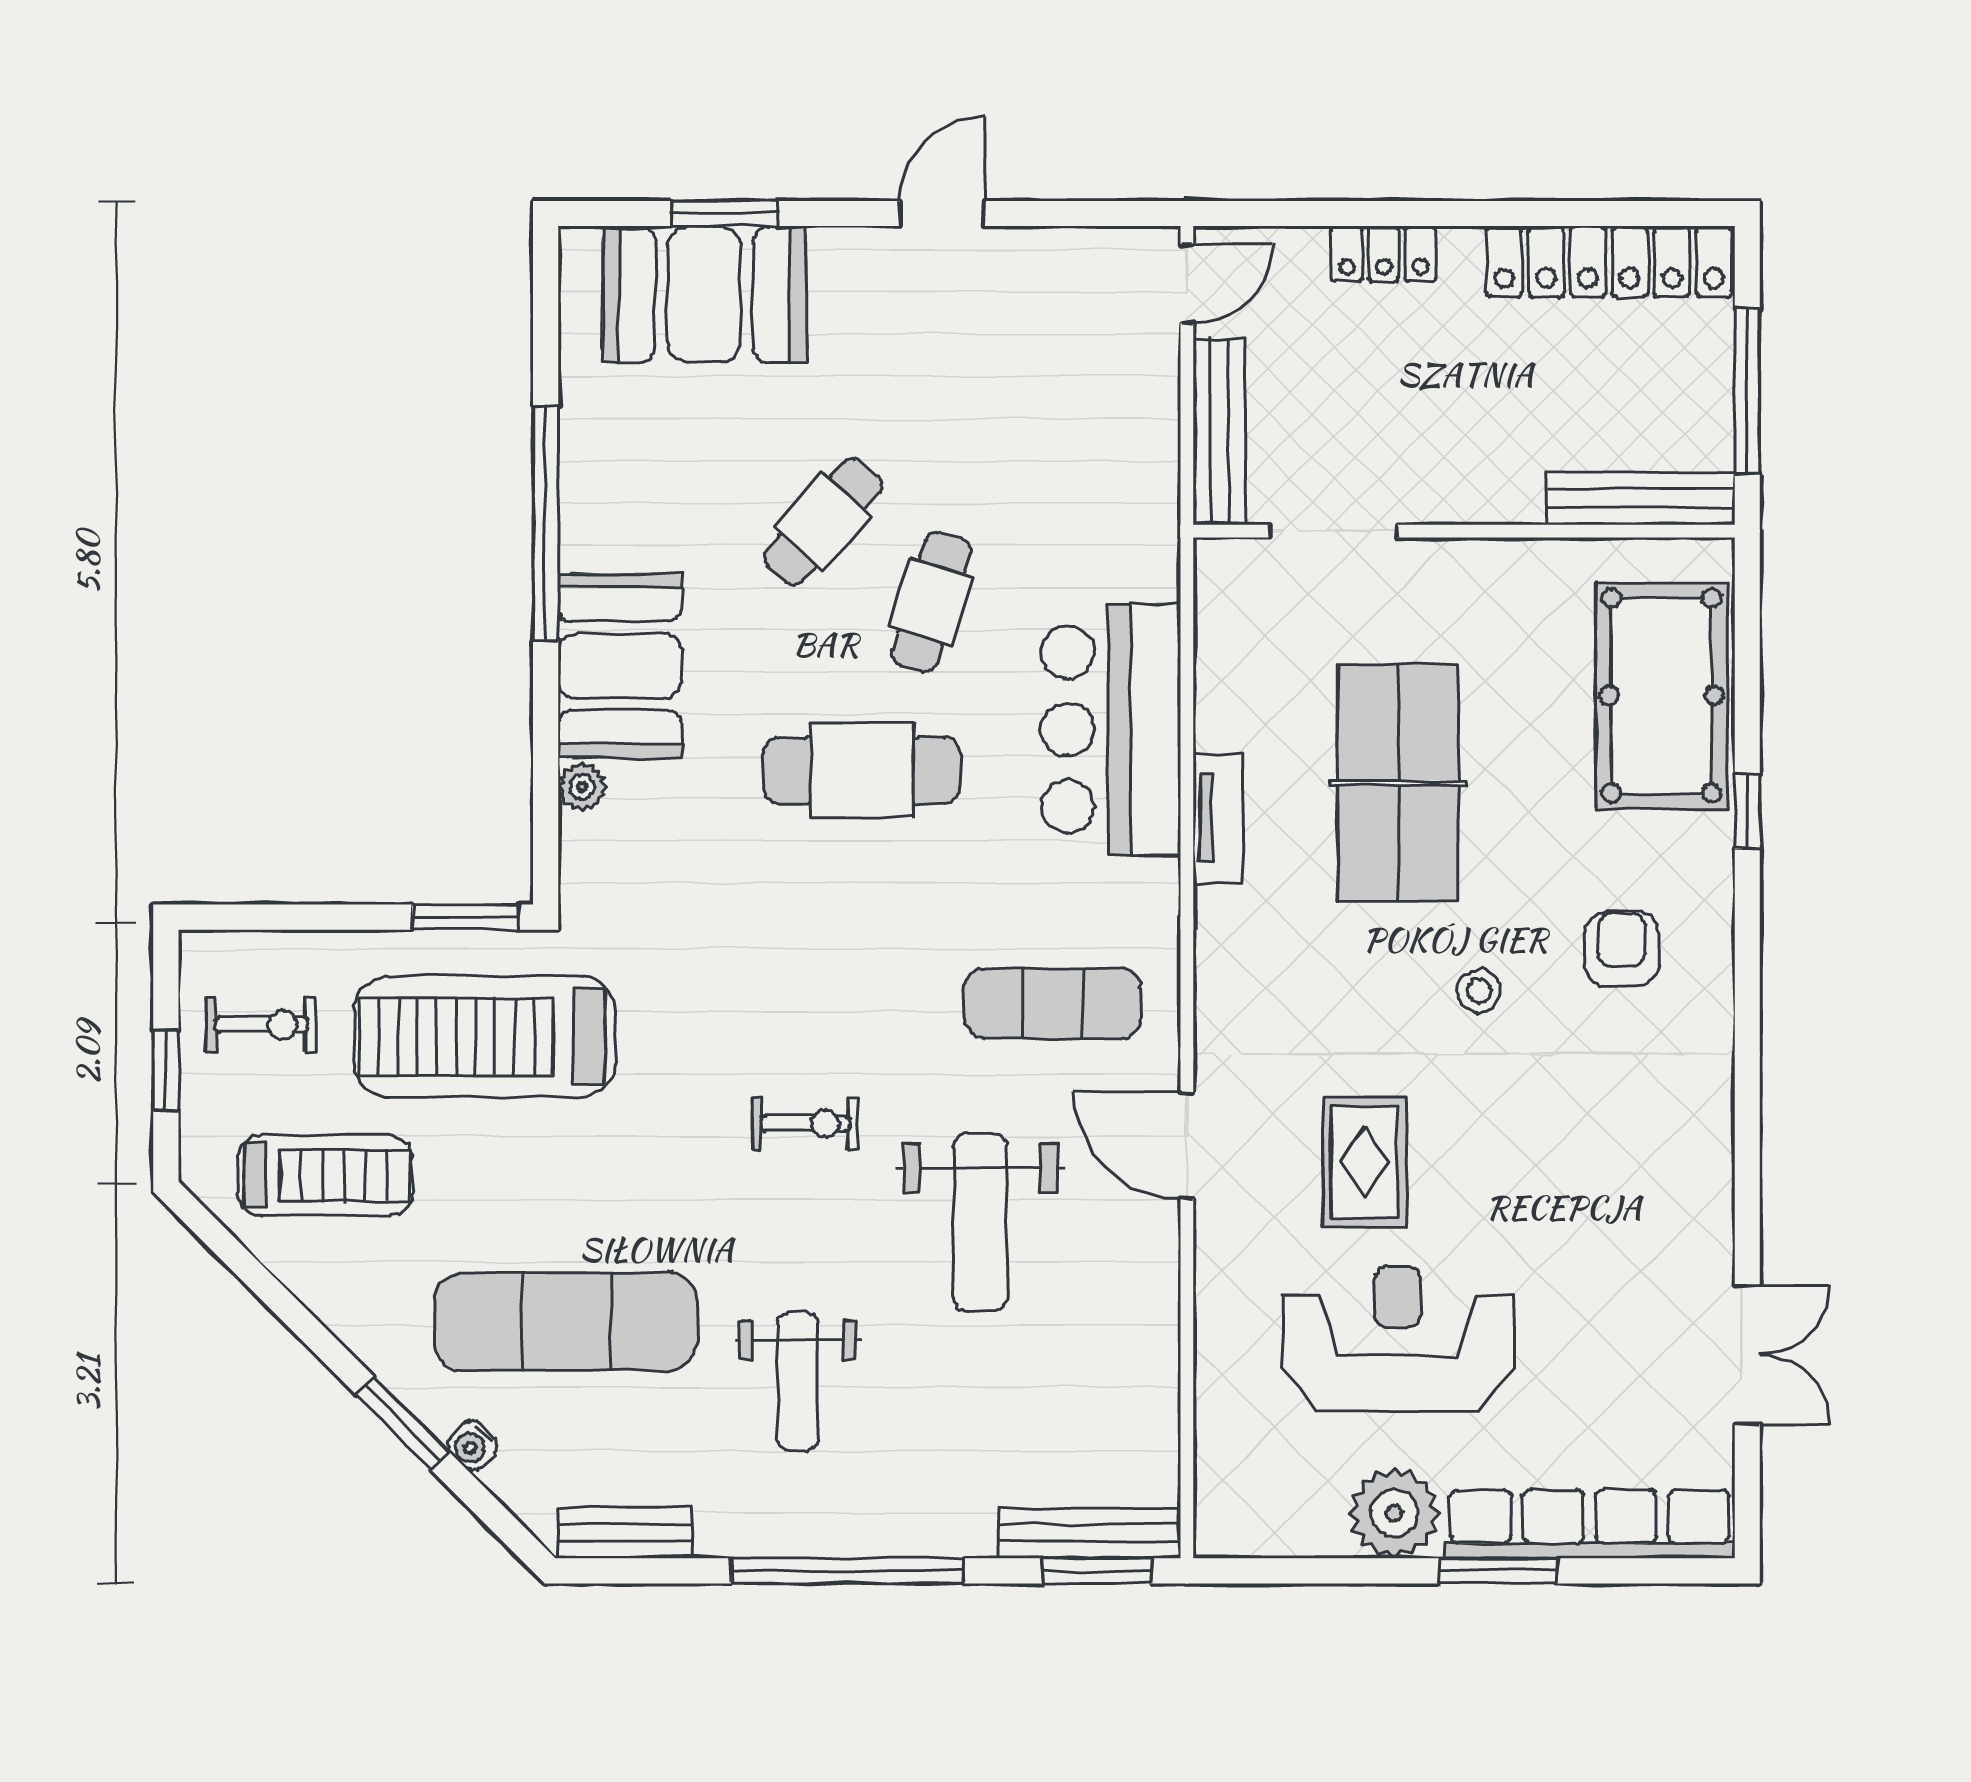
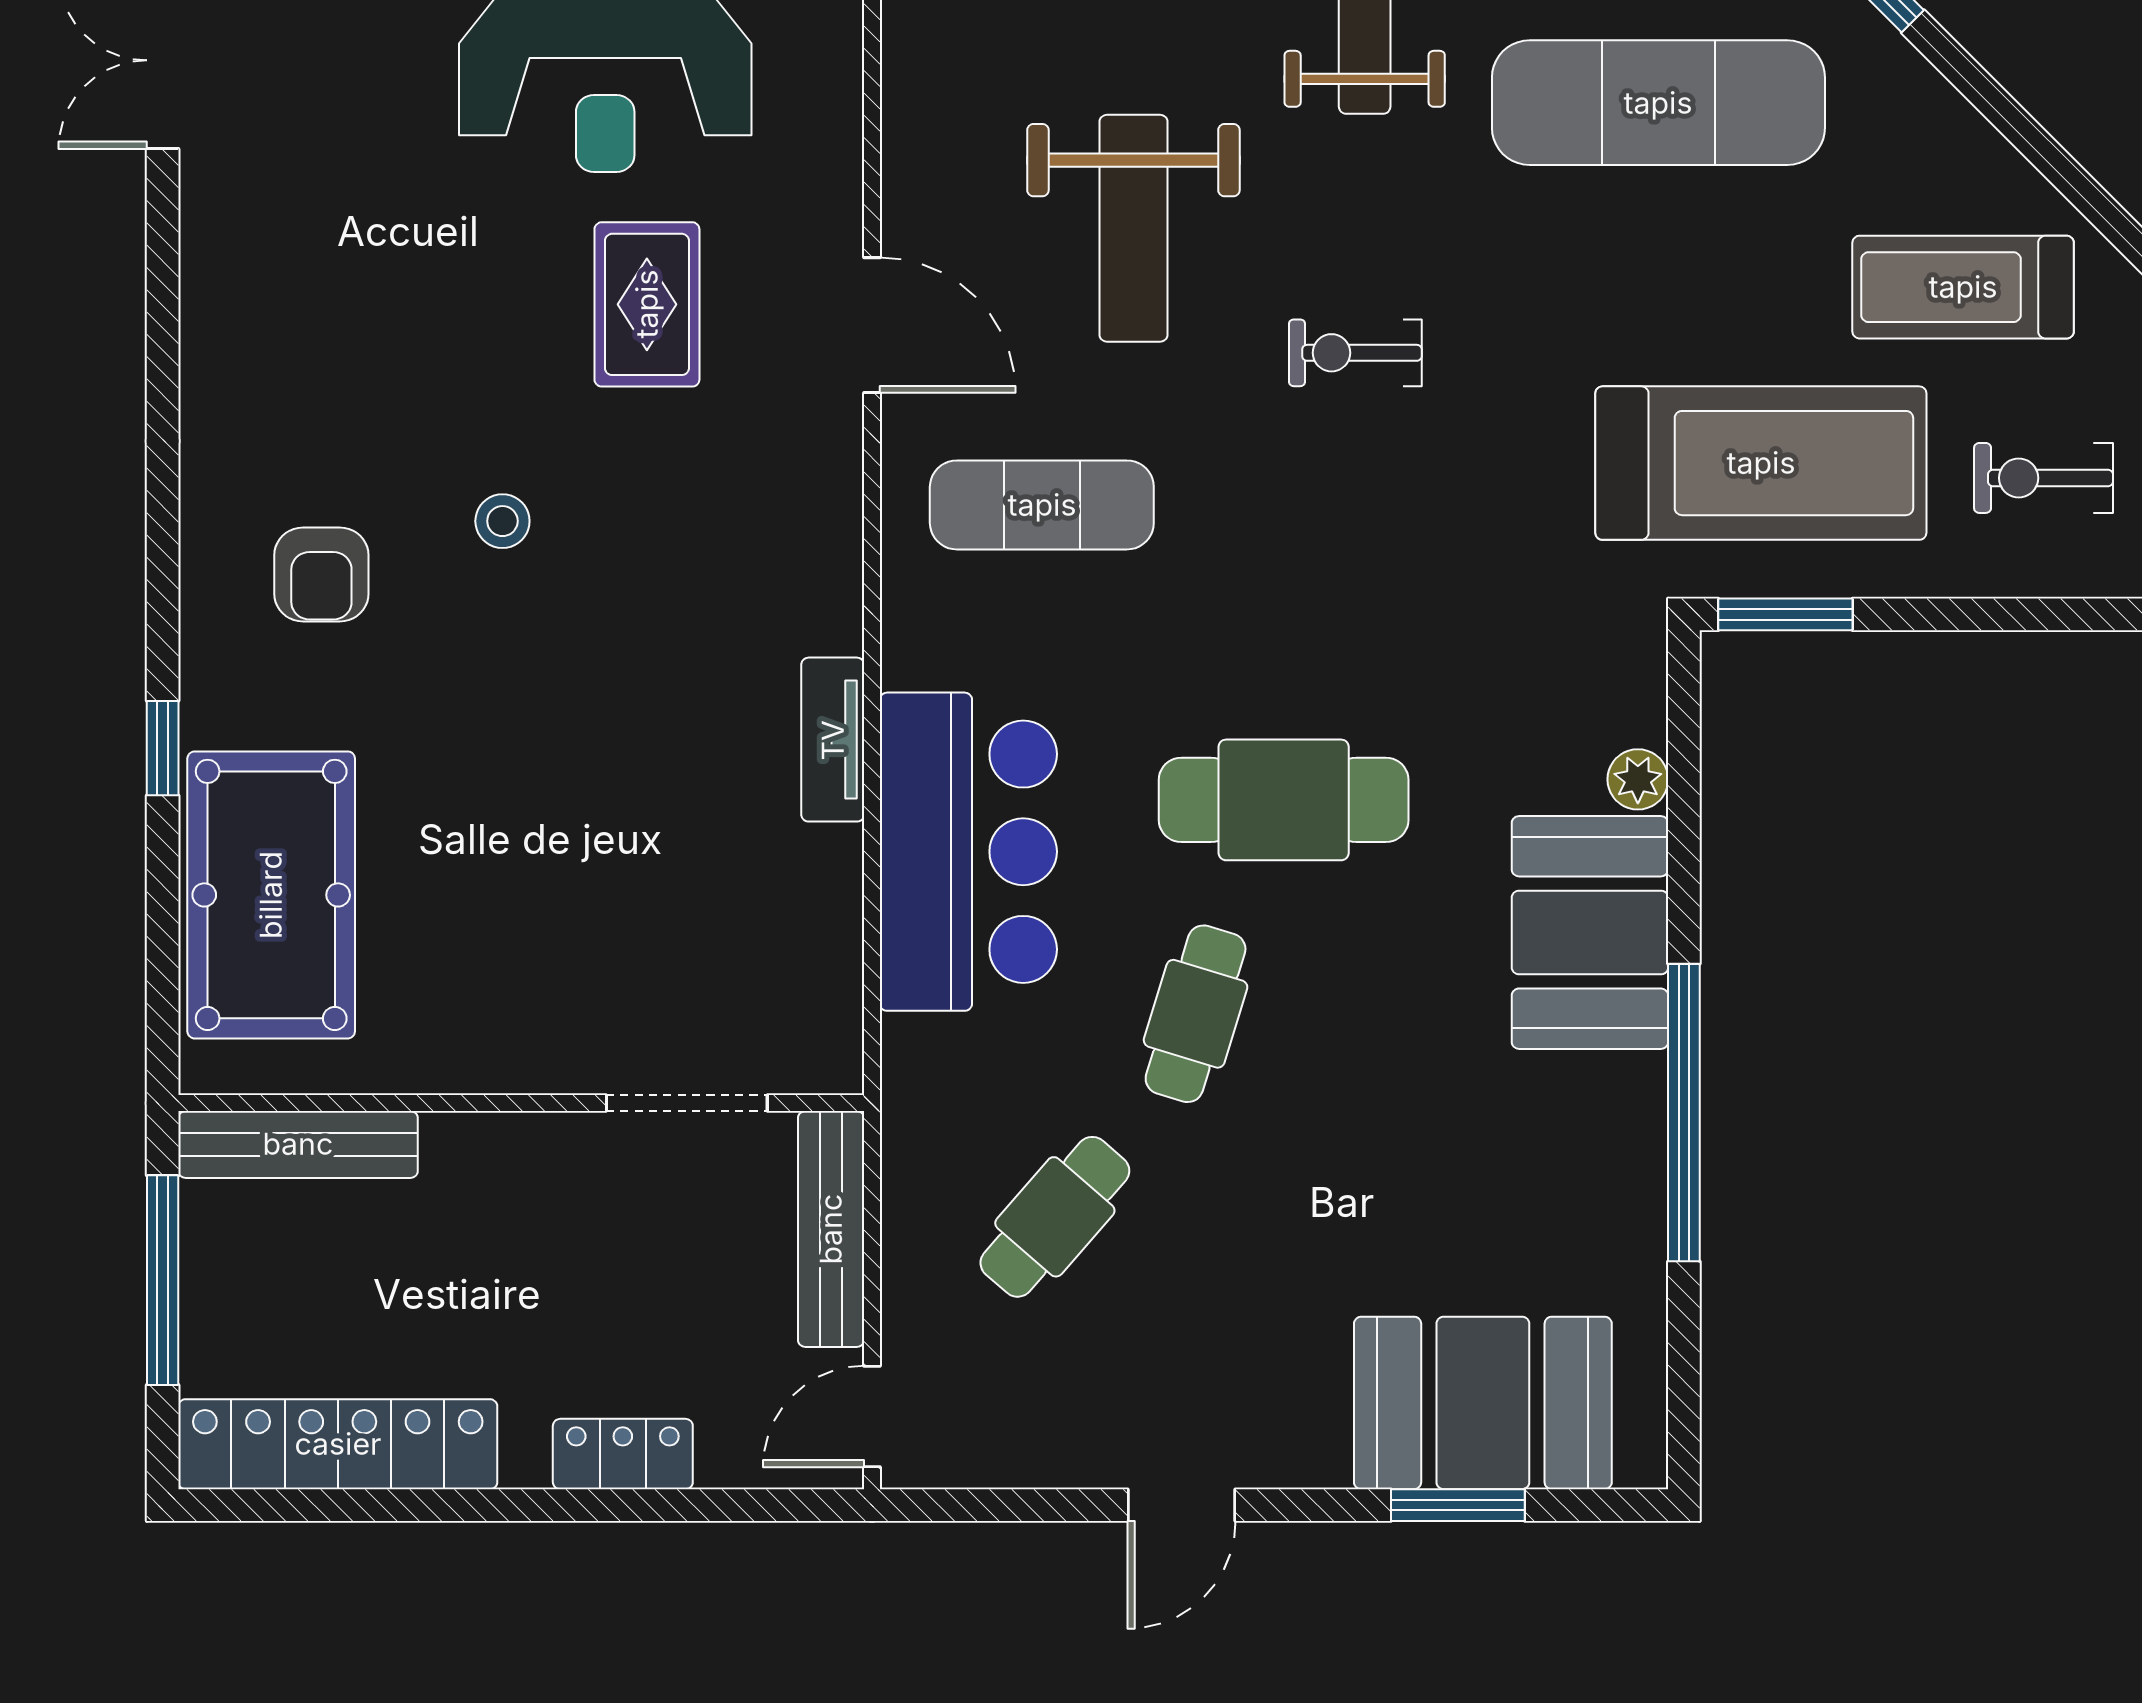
cafe table: (823, 521) -> (1055, 1217), moved
table tennis table: (1398, 783) -> (605, 784), removed
weight bench: (980, 1222) -> (1133, 228), turned 180

